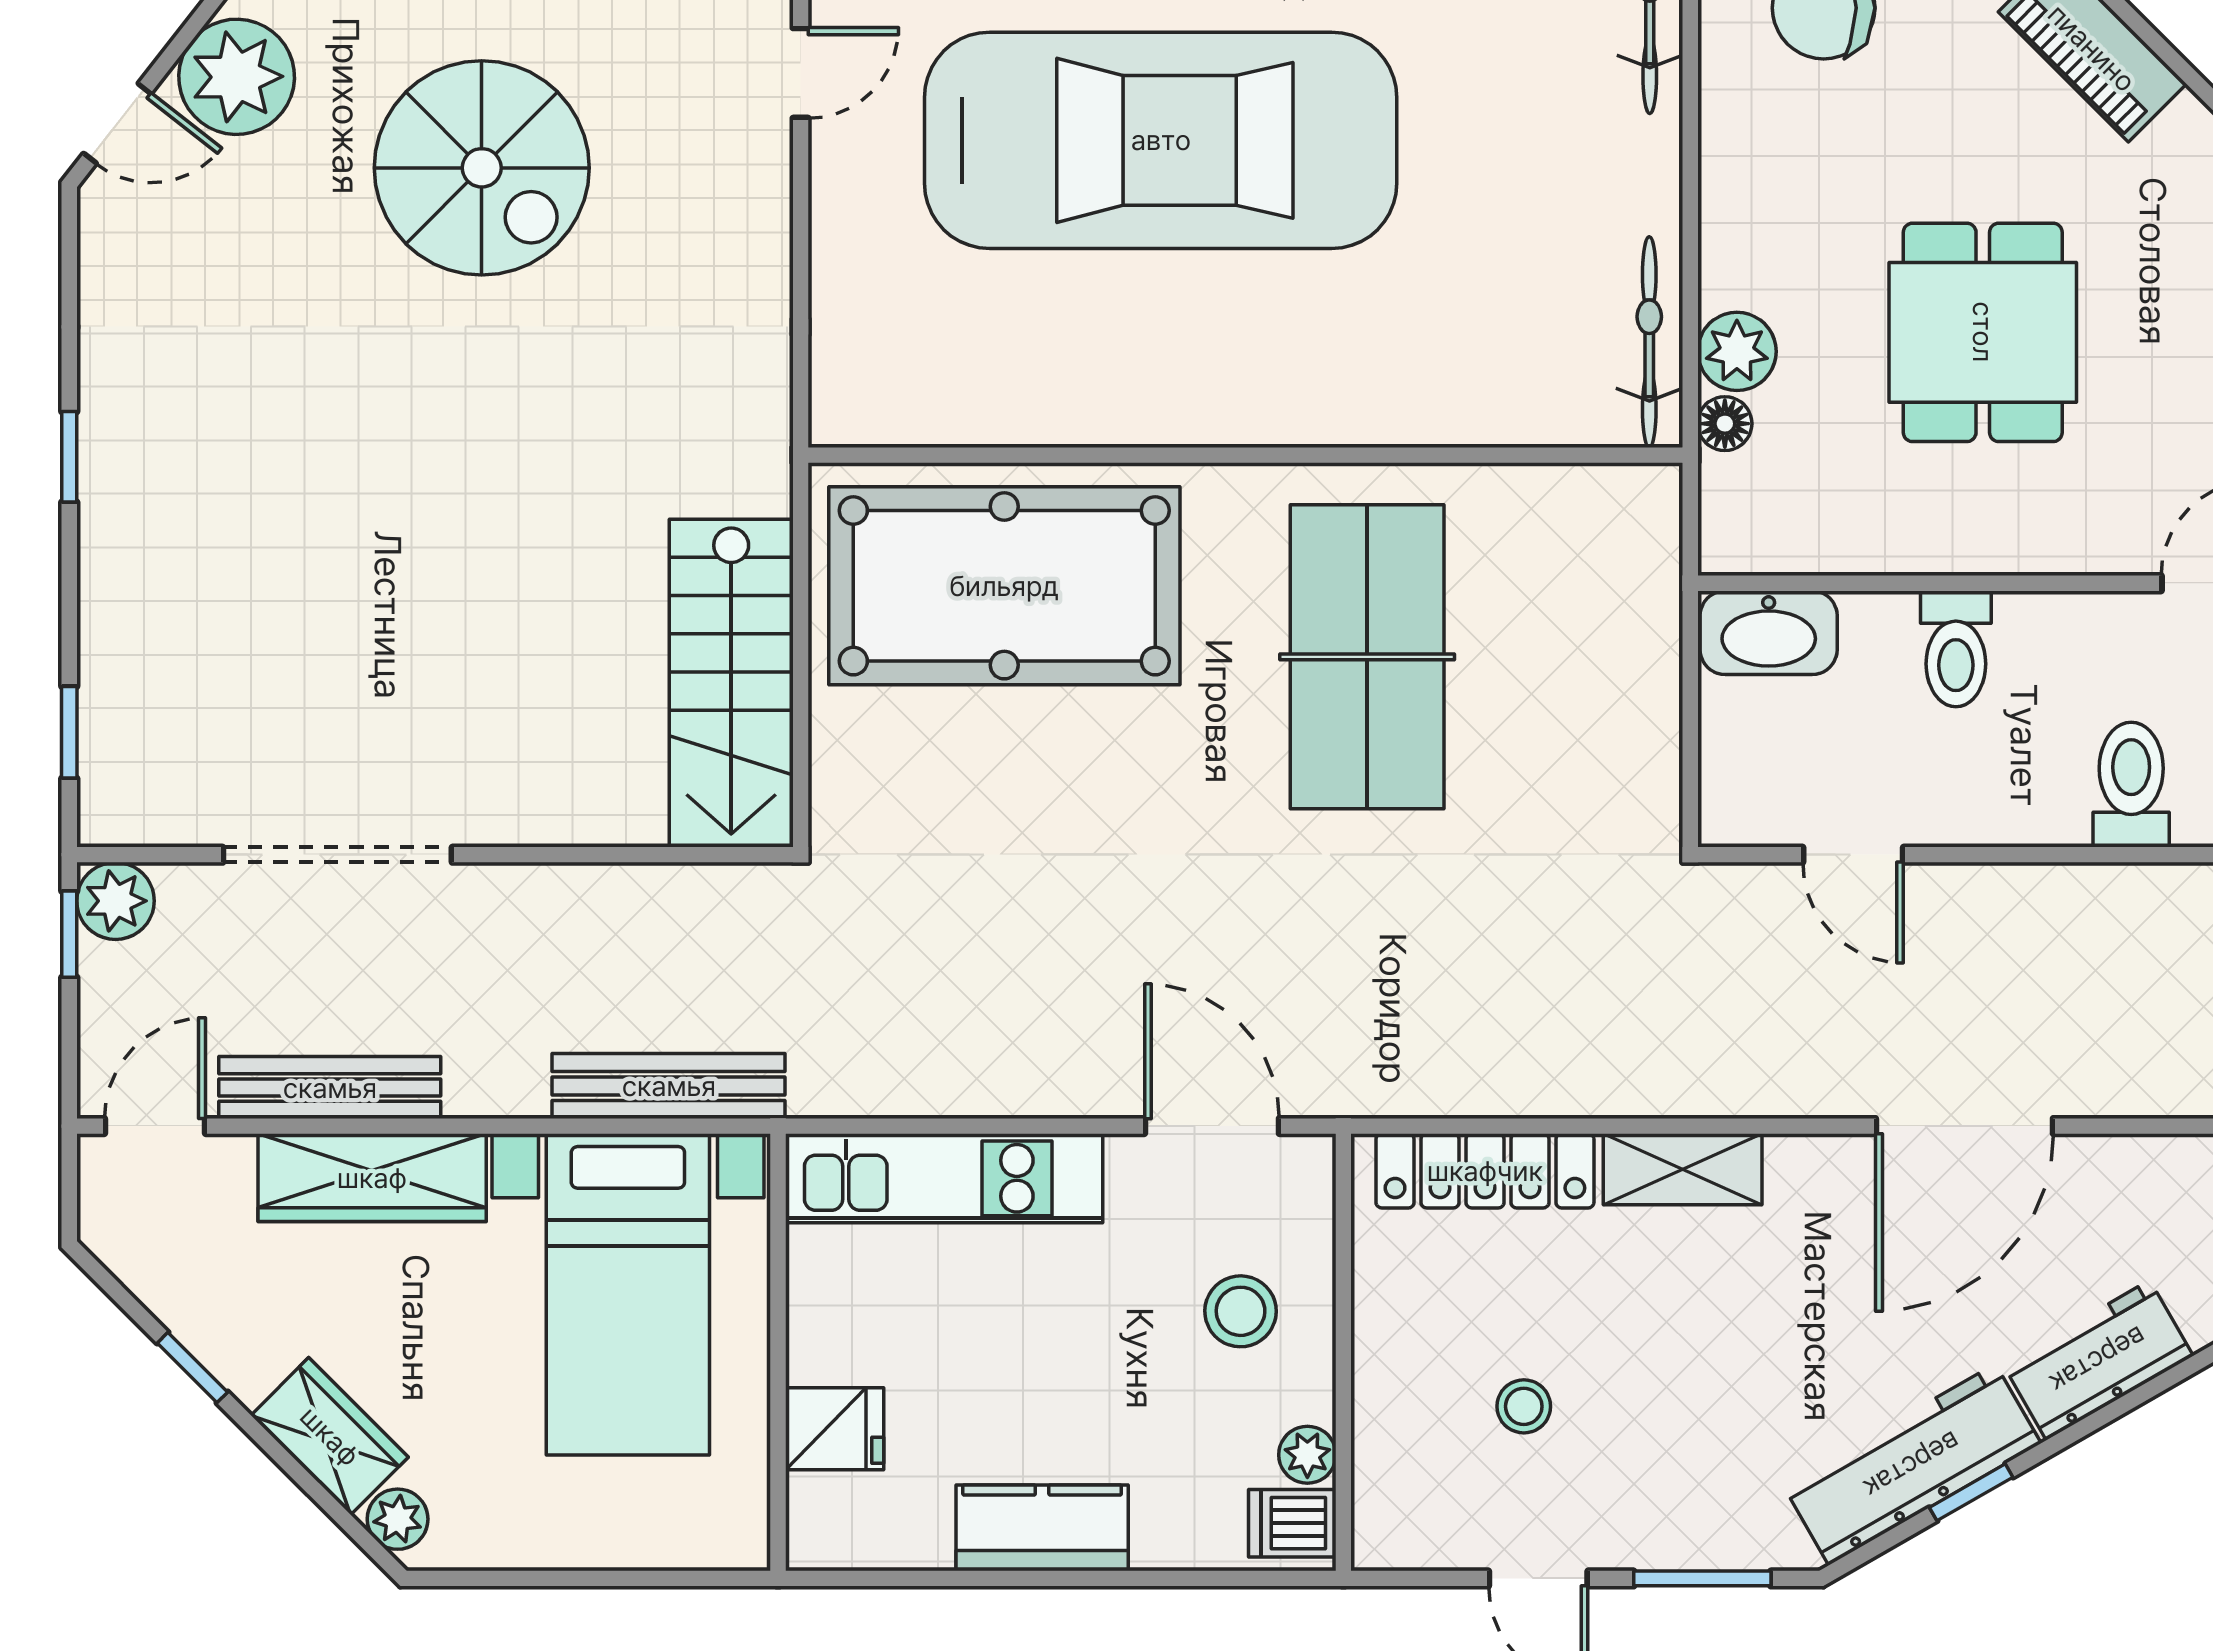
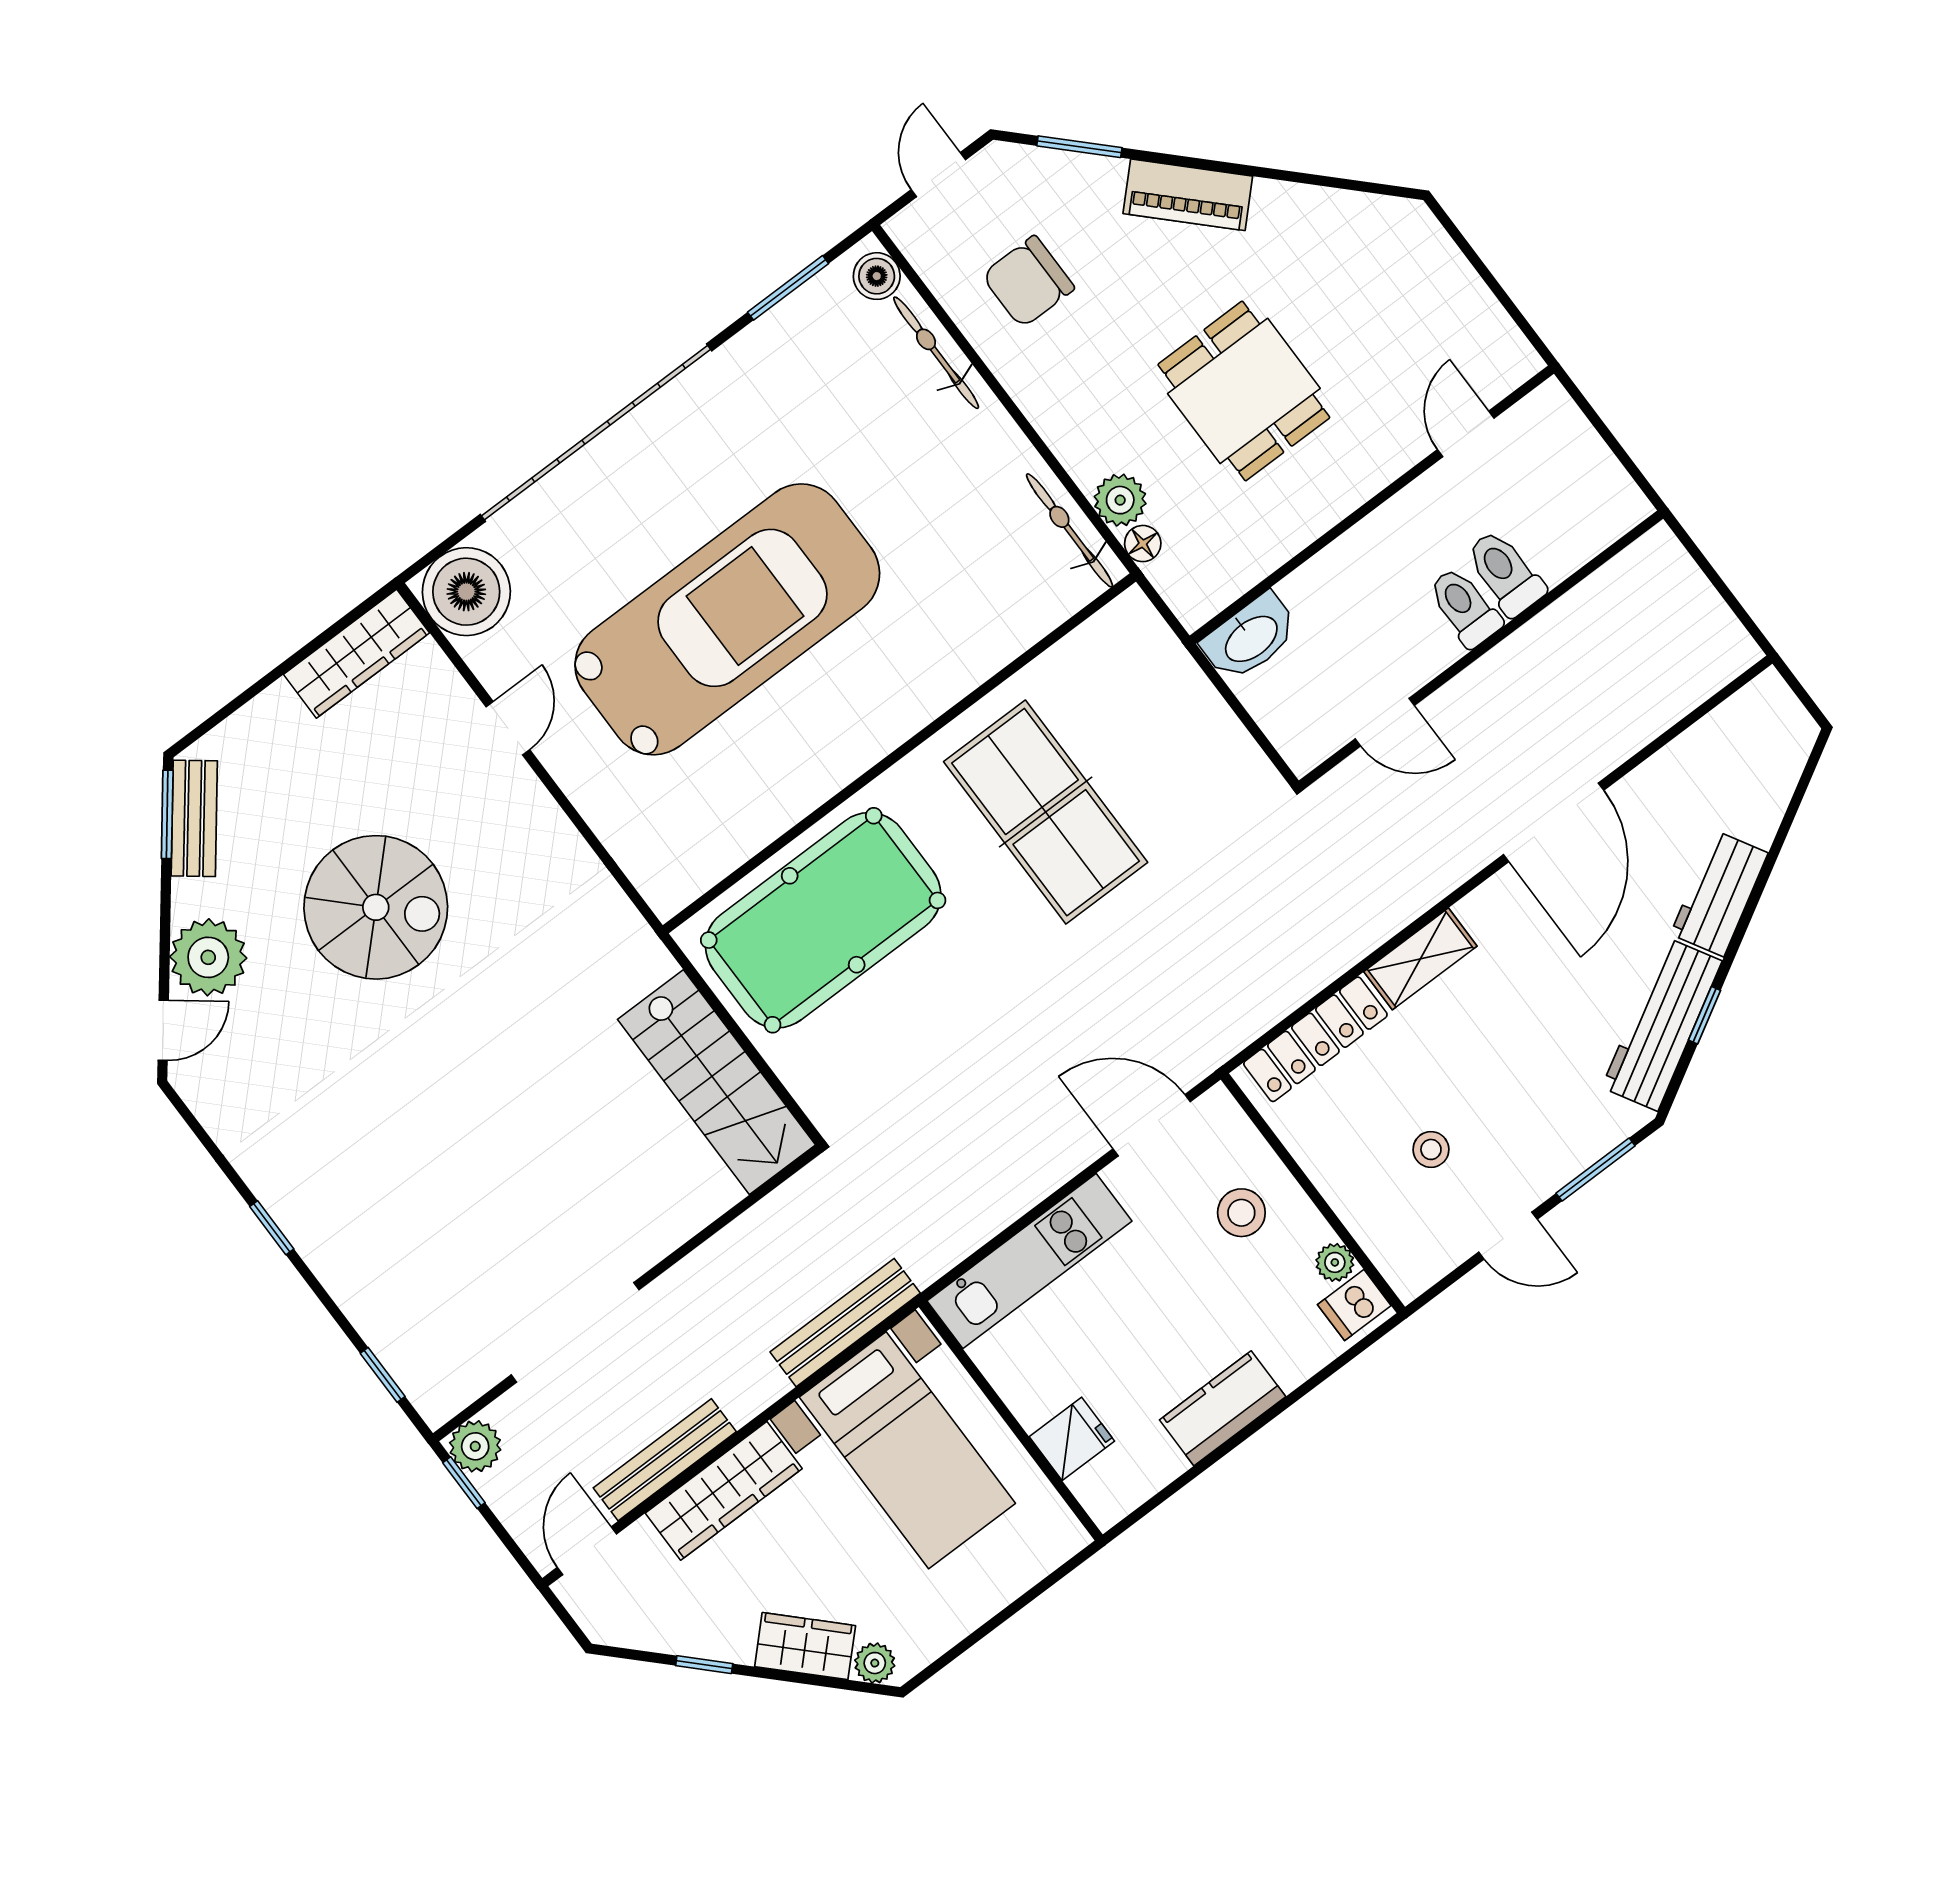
toilet: (1956, 649) -> (1465, 607), moved, turned 180

